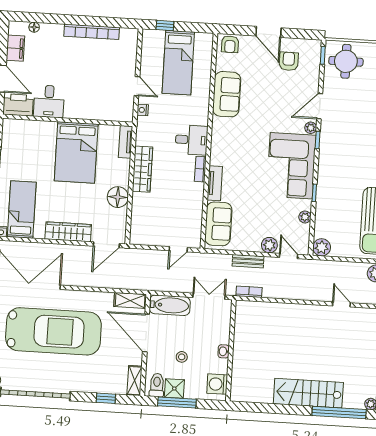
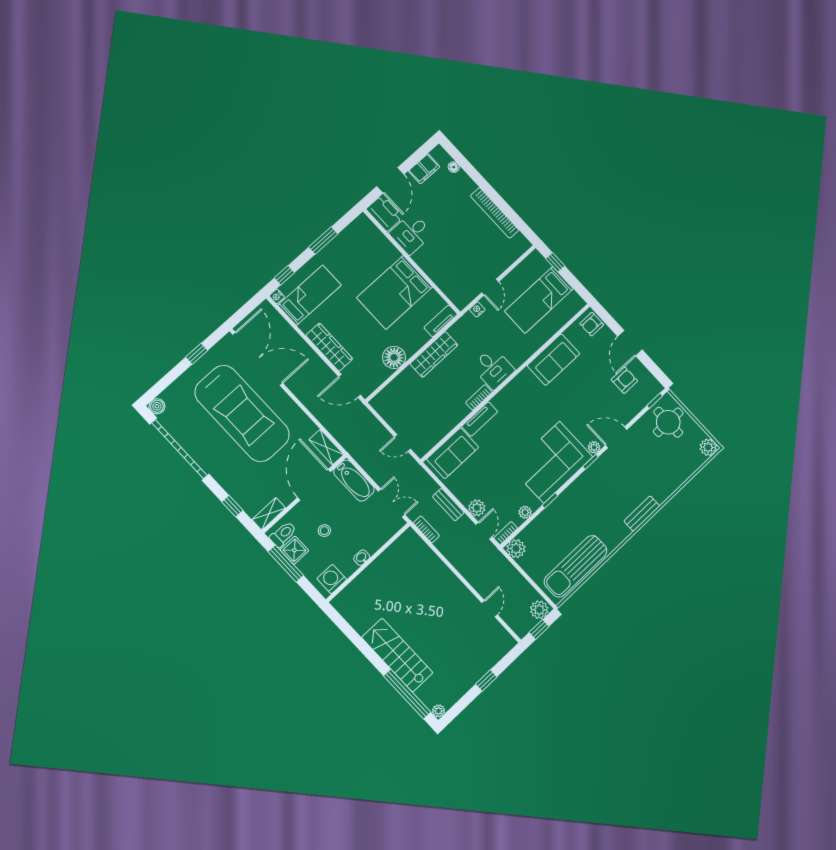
bookcase: (305, 244) -> (506, 533), added

